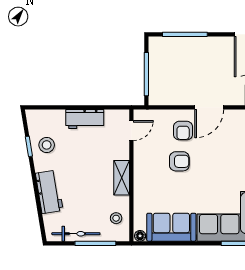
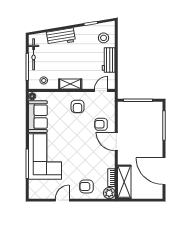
door: (131, 130) -> (101, 91), swing flipped
stool: (47, 145) -> (104, 38), moved
armchair: (179, 161) -> (78, 106), moved

